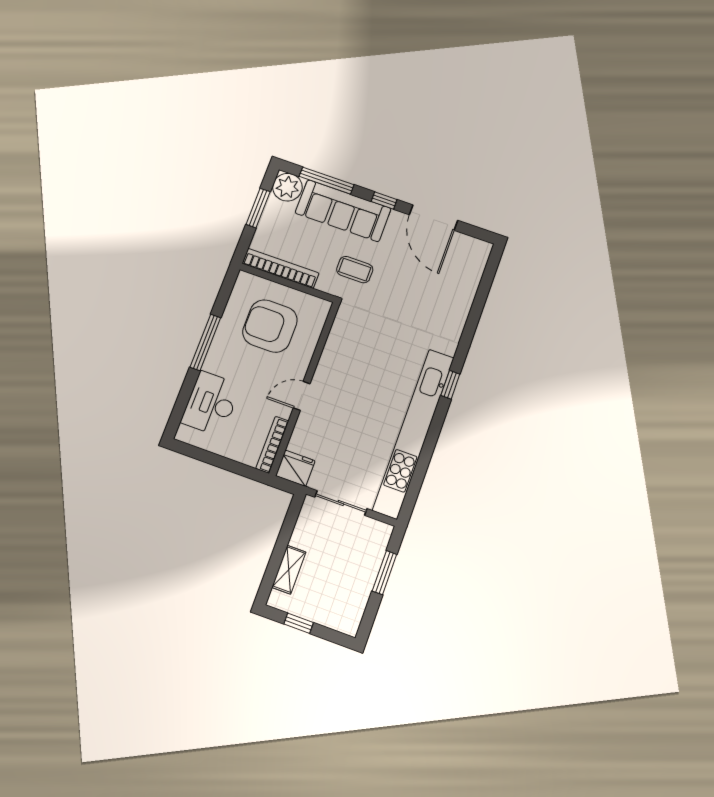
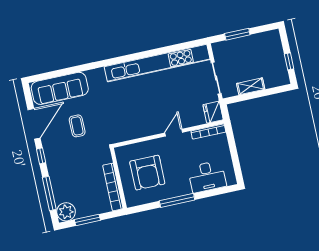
sofa: (343, 211) -> (60, 88), moved, turned 90
coffee table: (355, 270) -> (77, 126), moved
window: (450, 385) -> (120, 60), removed
door: (302, 396) -> (174, 133), swing flipped
shelving: (289, 570) -> (251, 86), moved

